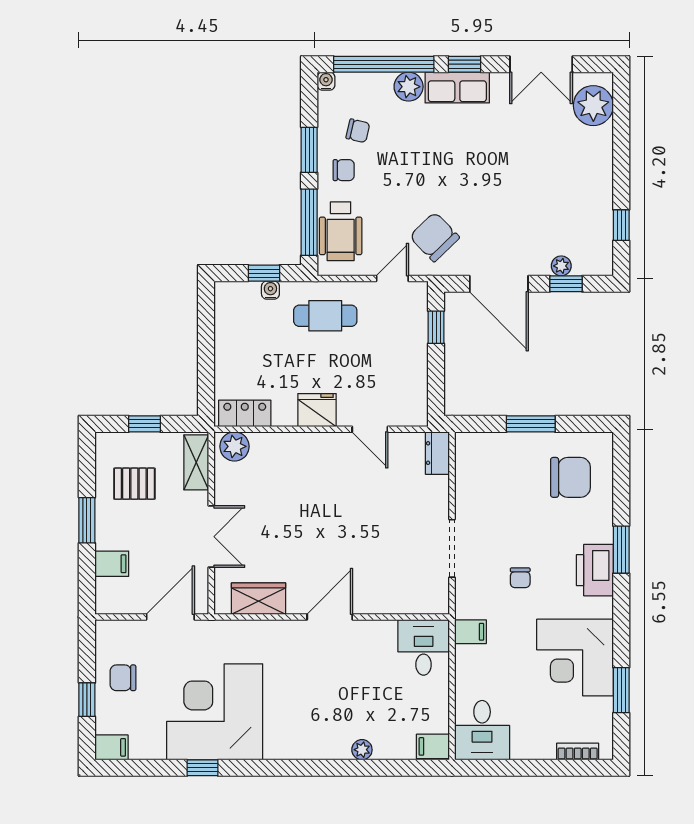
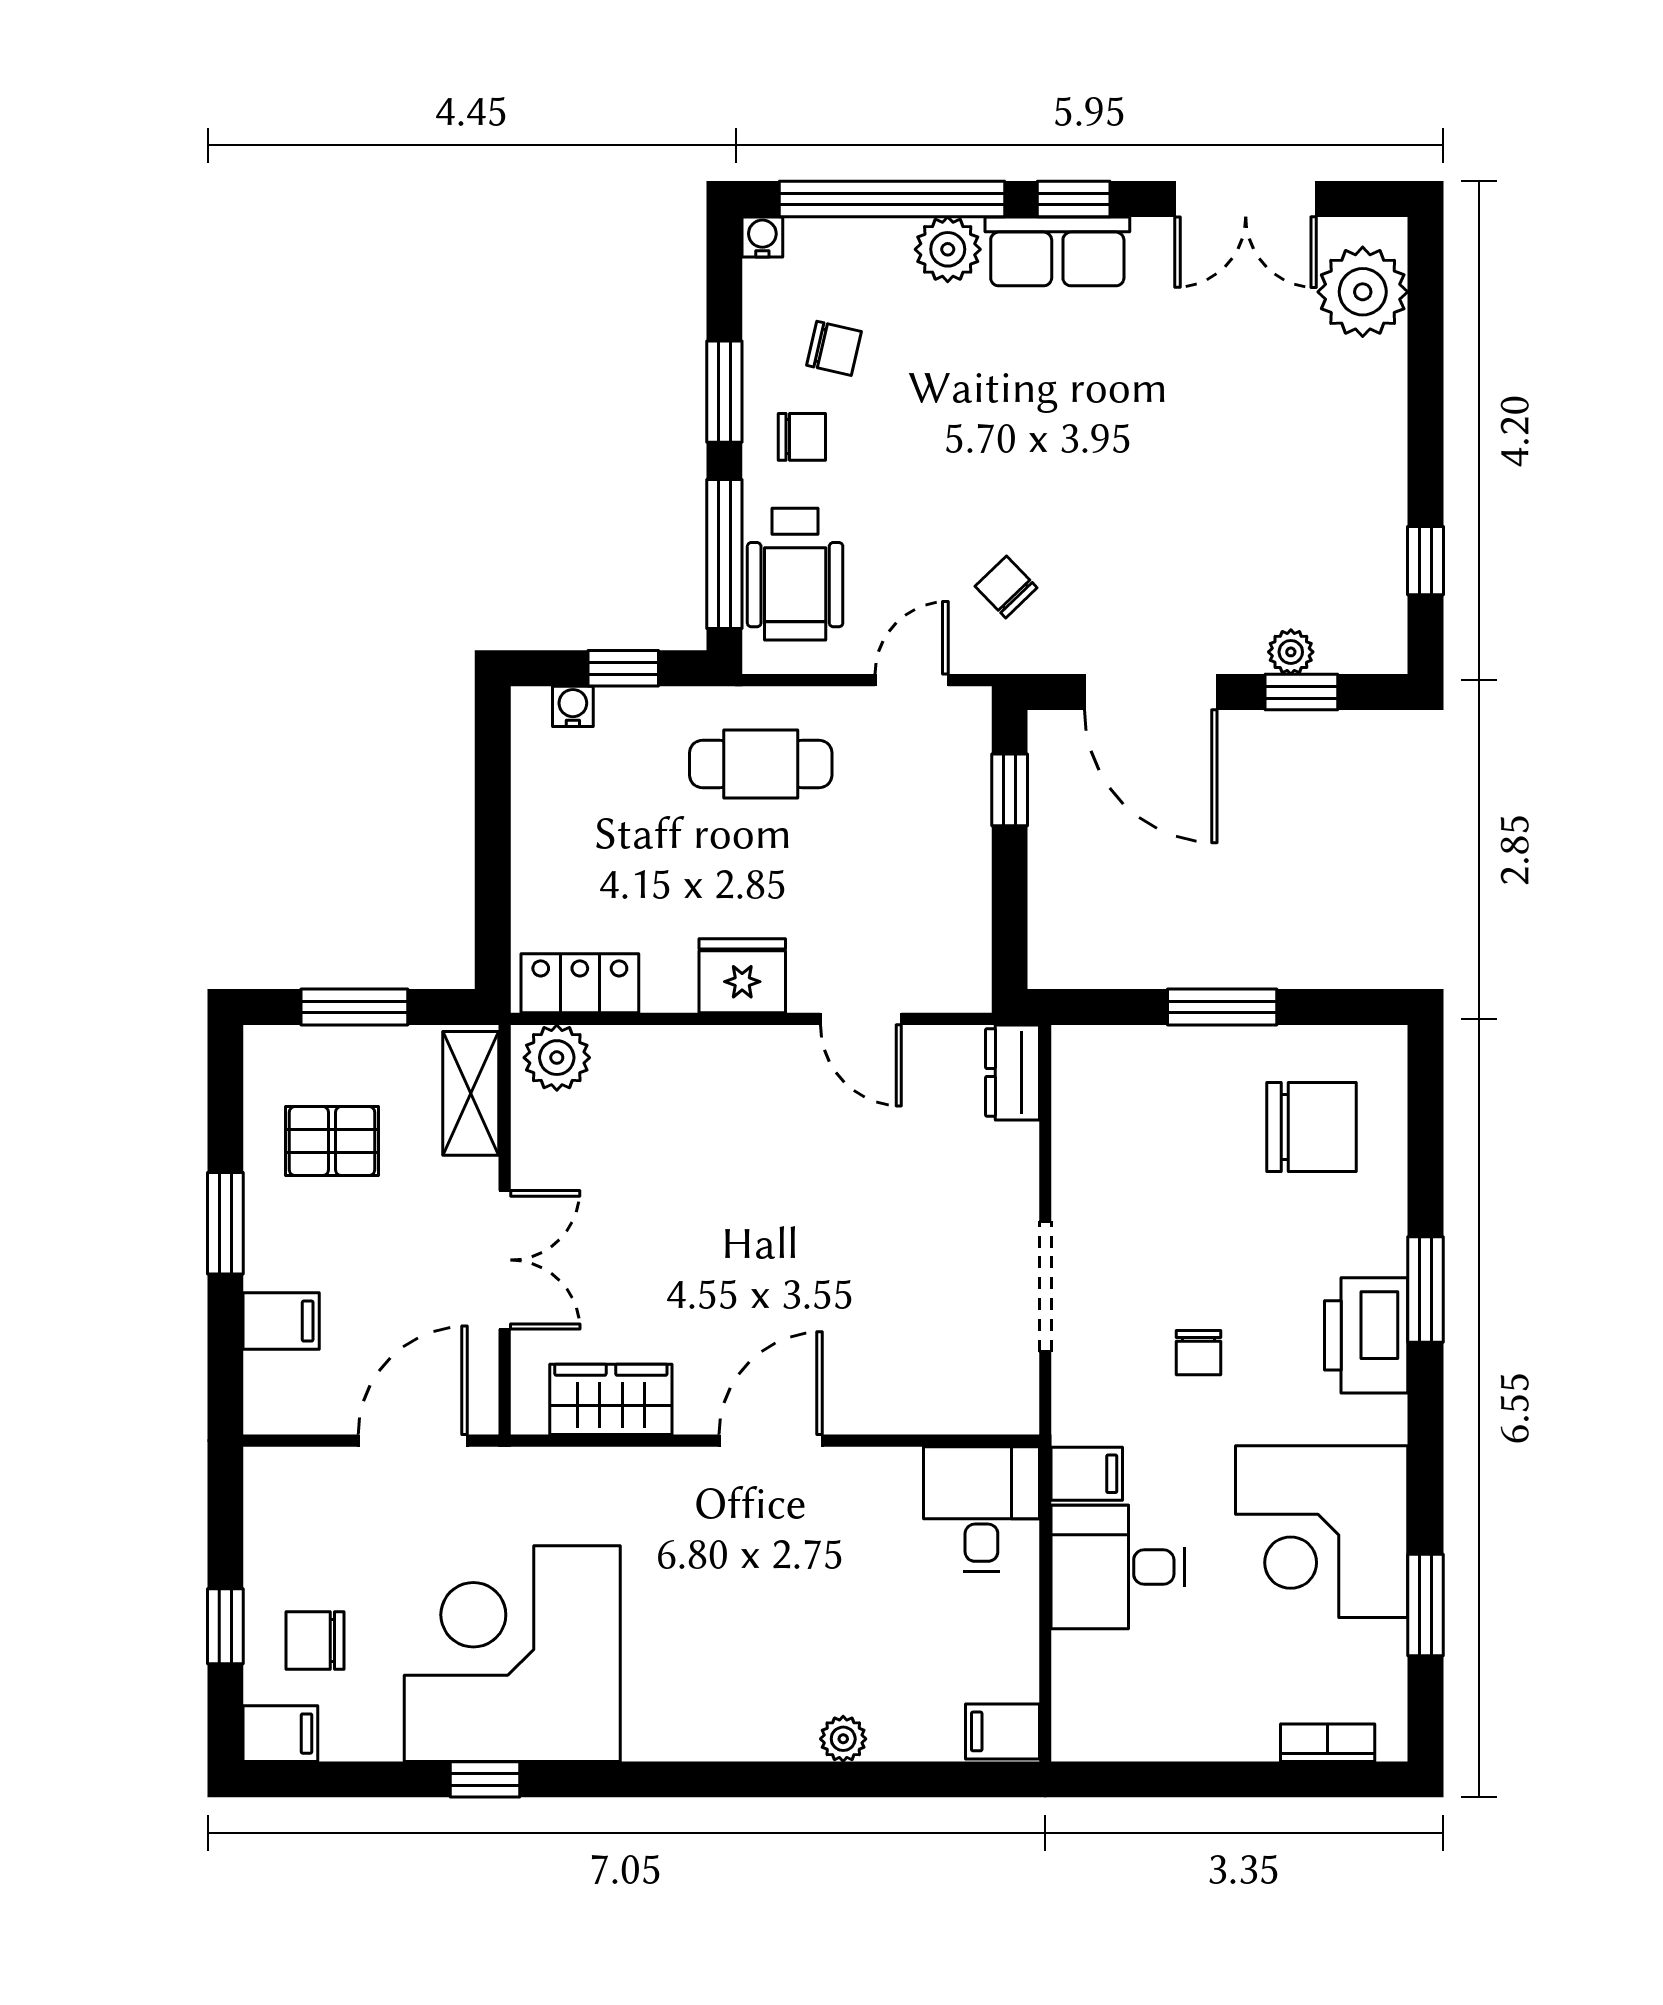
chair: (434, 237) -> (1006, 587), width x0.54, depth x0.54
water cooler: (270, 290) -> (573, 706), moved
window: (144, 424) -> (354, 1007), width x1.50
chair: (123, 678) -> (315, 1640), moved
desk: (482, 730) -> (1118, 1567), moved, turned 90

